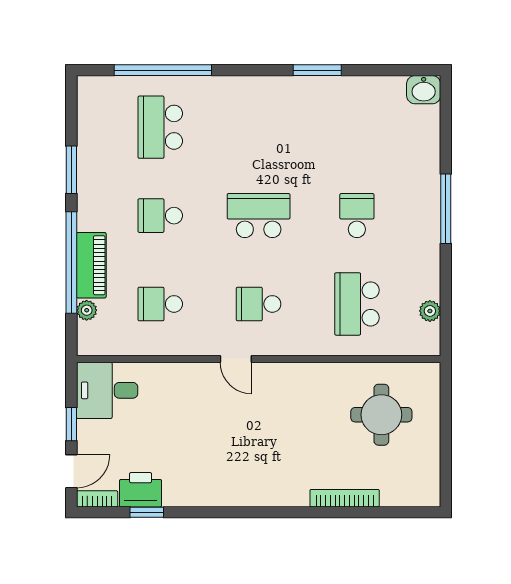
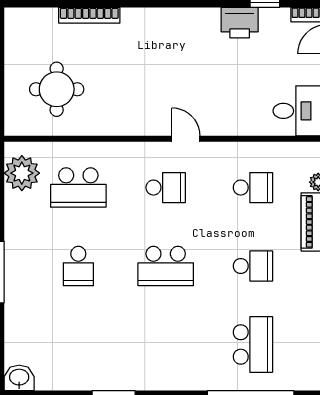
school desk: (357, 304) -> (78, 188), turned 90
plant: (430, 311) -> (22, 173), width x1.88, depth x1.88
printer: (141, 490) -> (240, 23), moved

